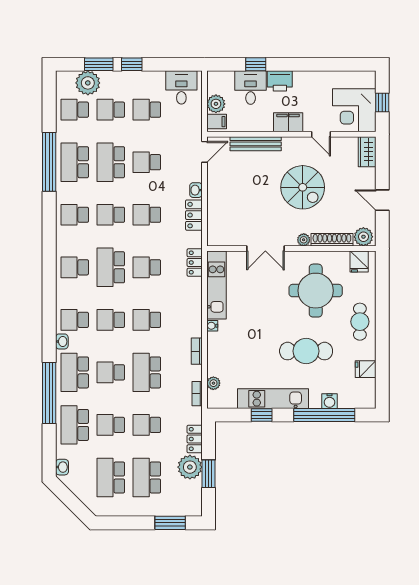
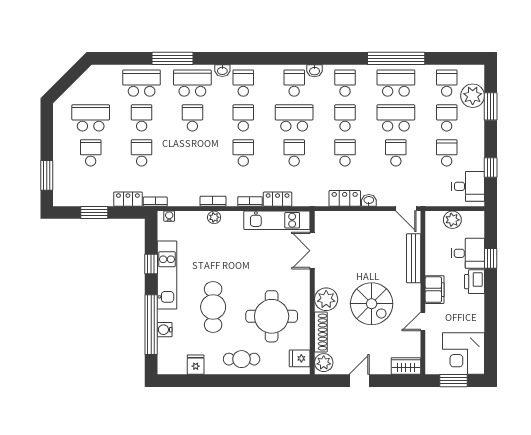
window: (132, 64) -> (491, 168), moved
window: (382, 103) -> (454, 381), width x1.50
corner desk: (354, 110) -> (464, 354), moved, turned -90
filing cabinet: (217, 122) -> (435, 220), removed
spiral stairs: (303, 187) -> (372, 304), turned -90
plant: (304, 240) -> (326, 299), width x1.87, depth x1.87
double door: (265, 249) -> (312, 251), moved
locker: (195, 263) -> (278, 199), moved
bookcase: (197, 313) -> (250, 201), added
water cooler: (212, 326) -> (169, 216), moved
school desk: (147, 372) -> (192, 153), removed
plant: (213, 383) -> (214, 217), moved
window: (49, 393) -> (173, 58), width x0.68
bookcase: (197, 394) -> (155, 202), moved
washbasin: (62, 467) -> (315, 71), moved
plant: (190, 467) -> (101, 195), removed
school desk: (147, 477) -> (91, 153), width x0.54

